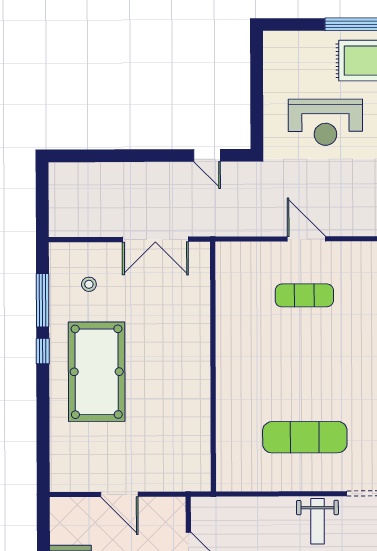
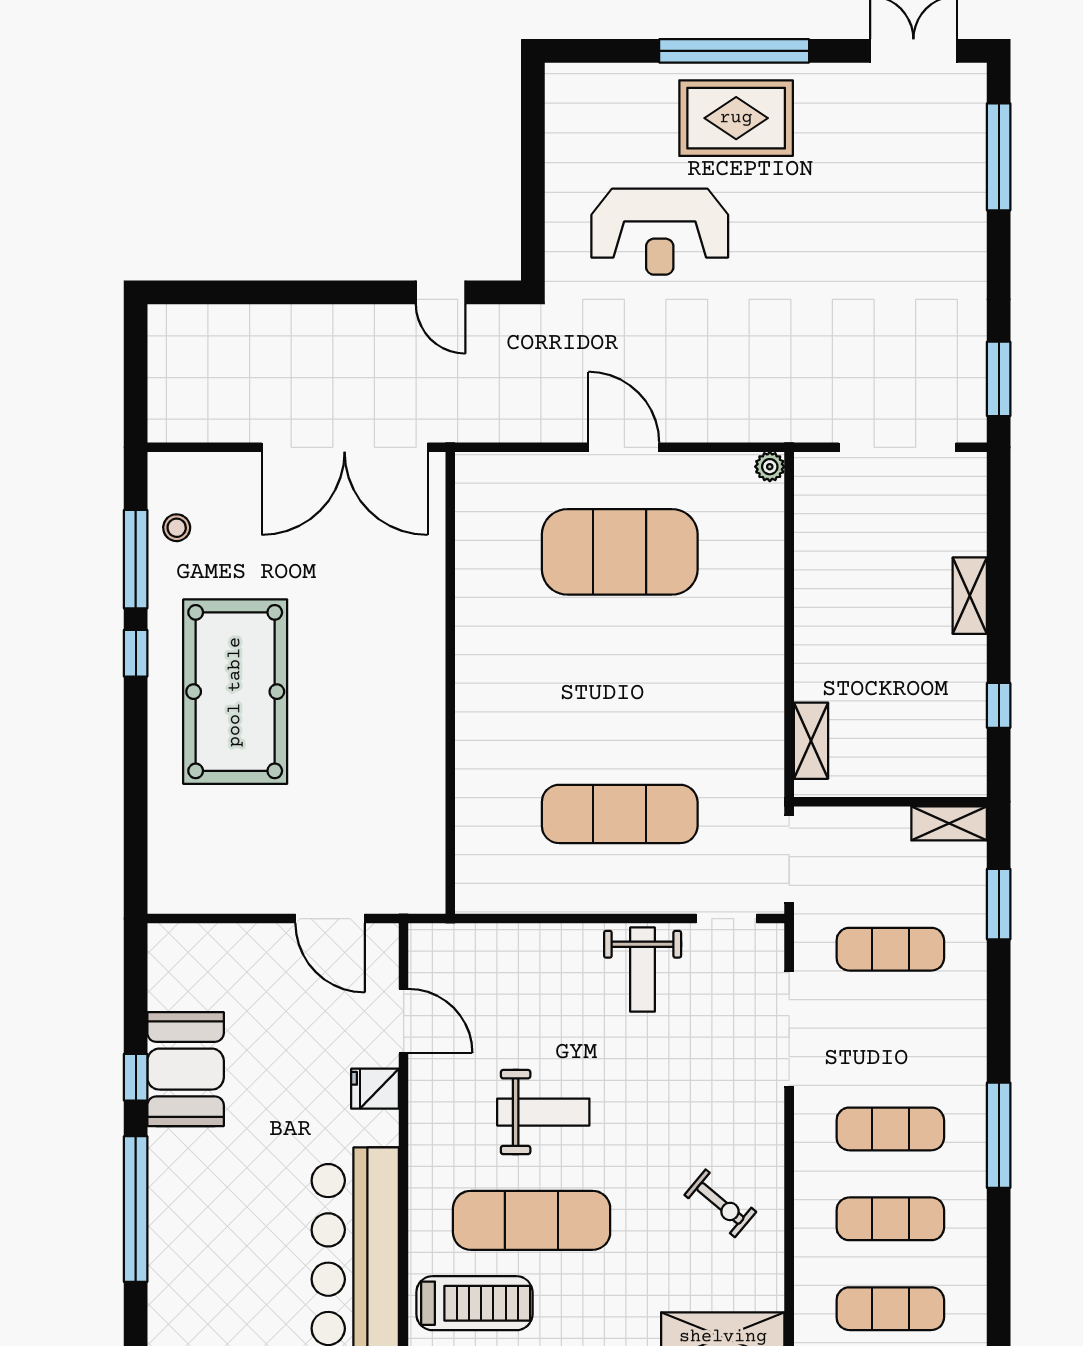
double door: (155, 239) -> (345, 447), width x1.36
stool: (89, 284) -> (177, 528), moved
exercise mat: (304, 295) -> (620, 552), width x2.00, depth x1.45
door: (119, 494) -> (330, 919), moved

